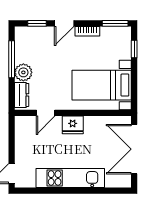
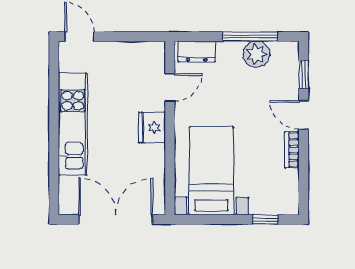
window: (115, 23) -> (304, 191), removed
plant: (23, 72) -> (256, 54), moved
door: (46, 113) -> (170, 87), swing flipped

